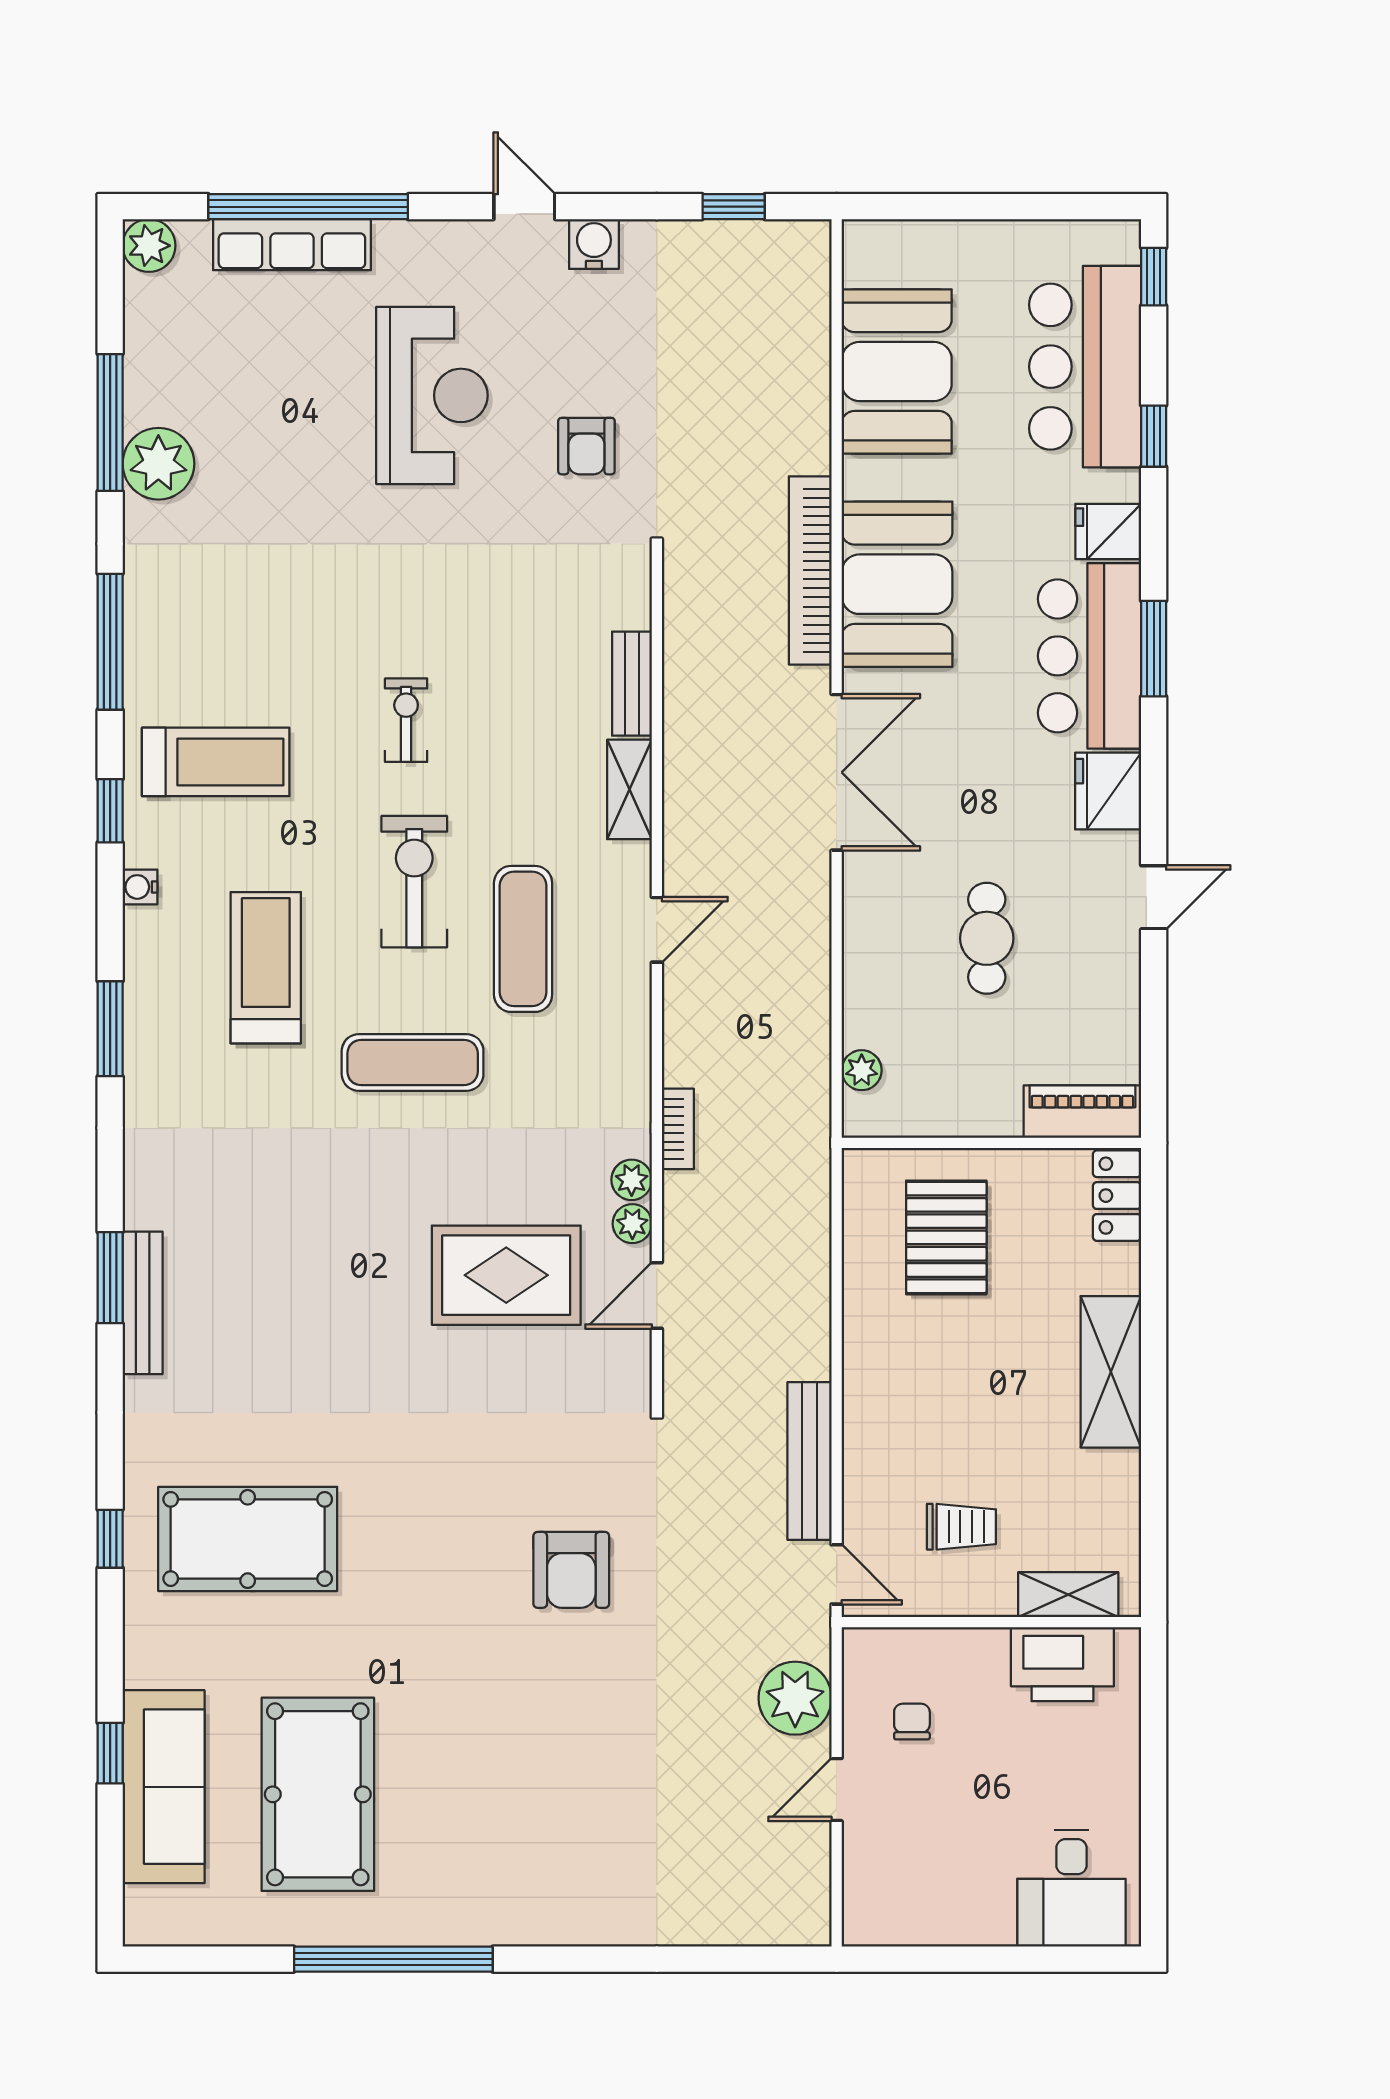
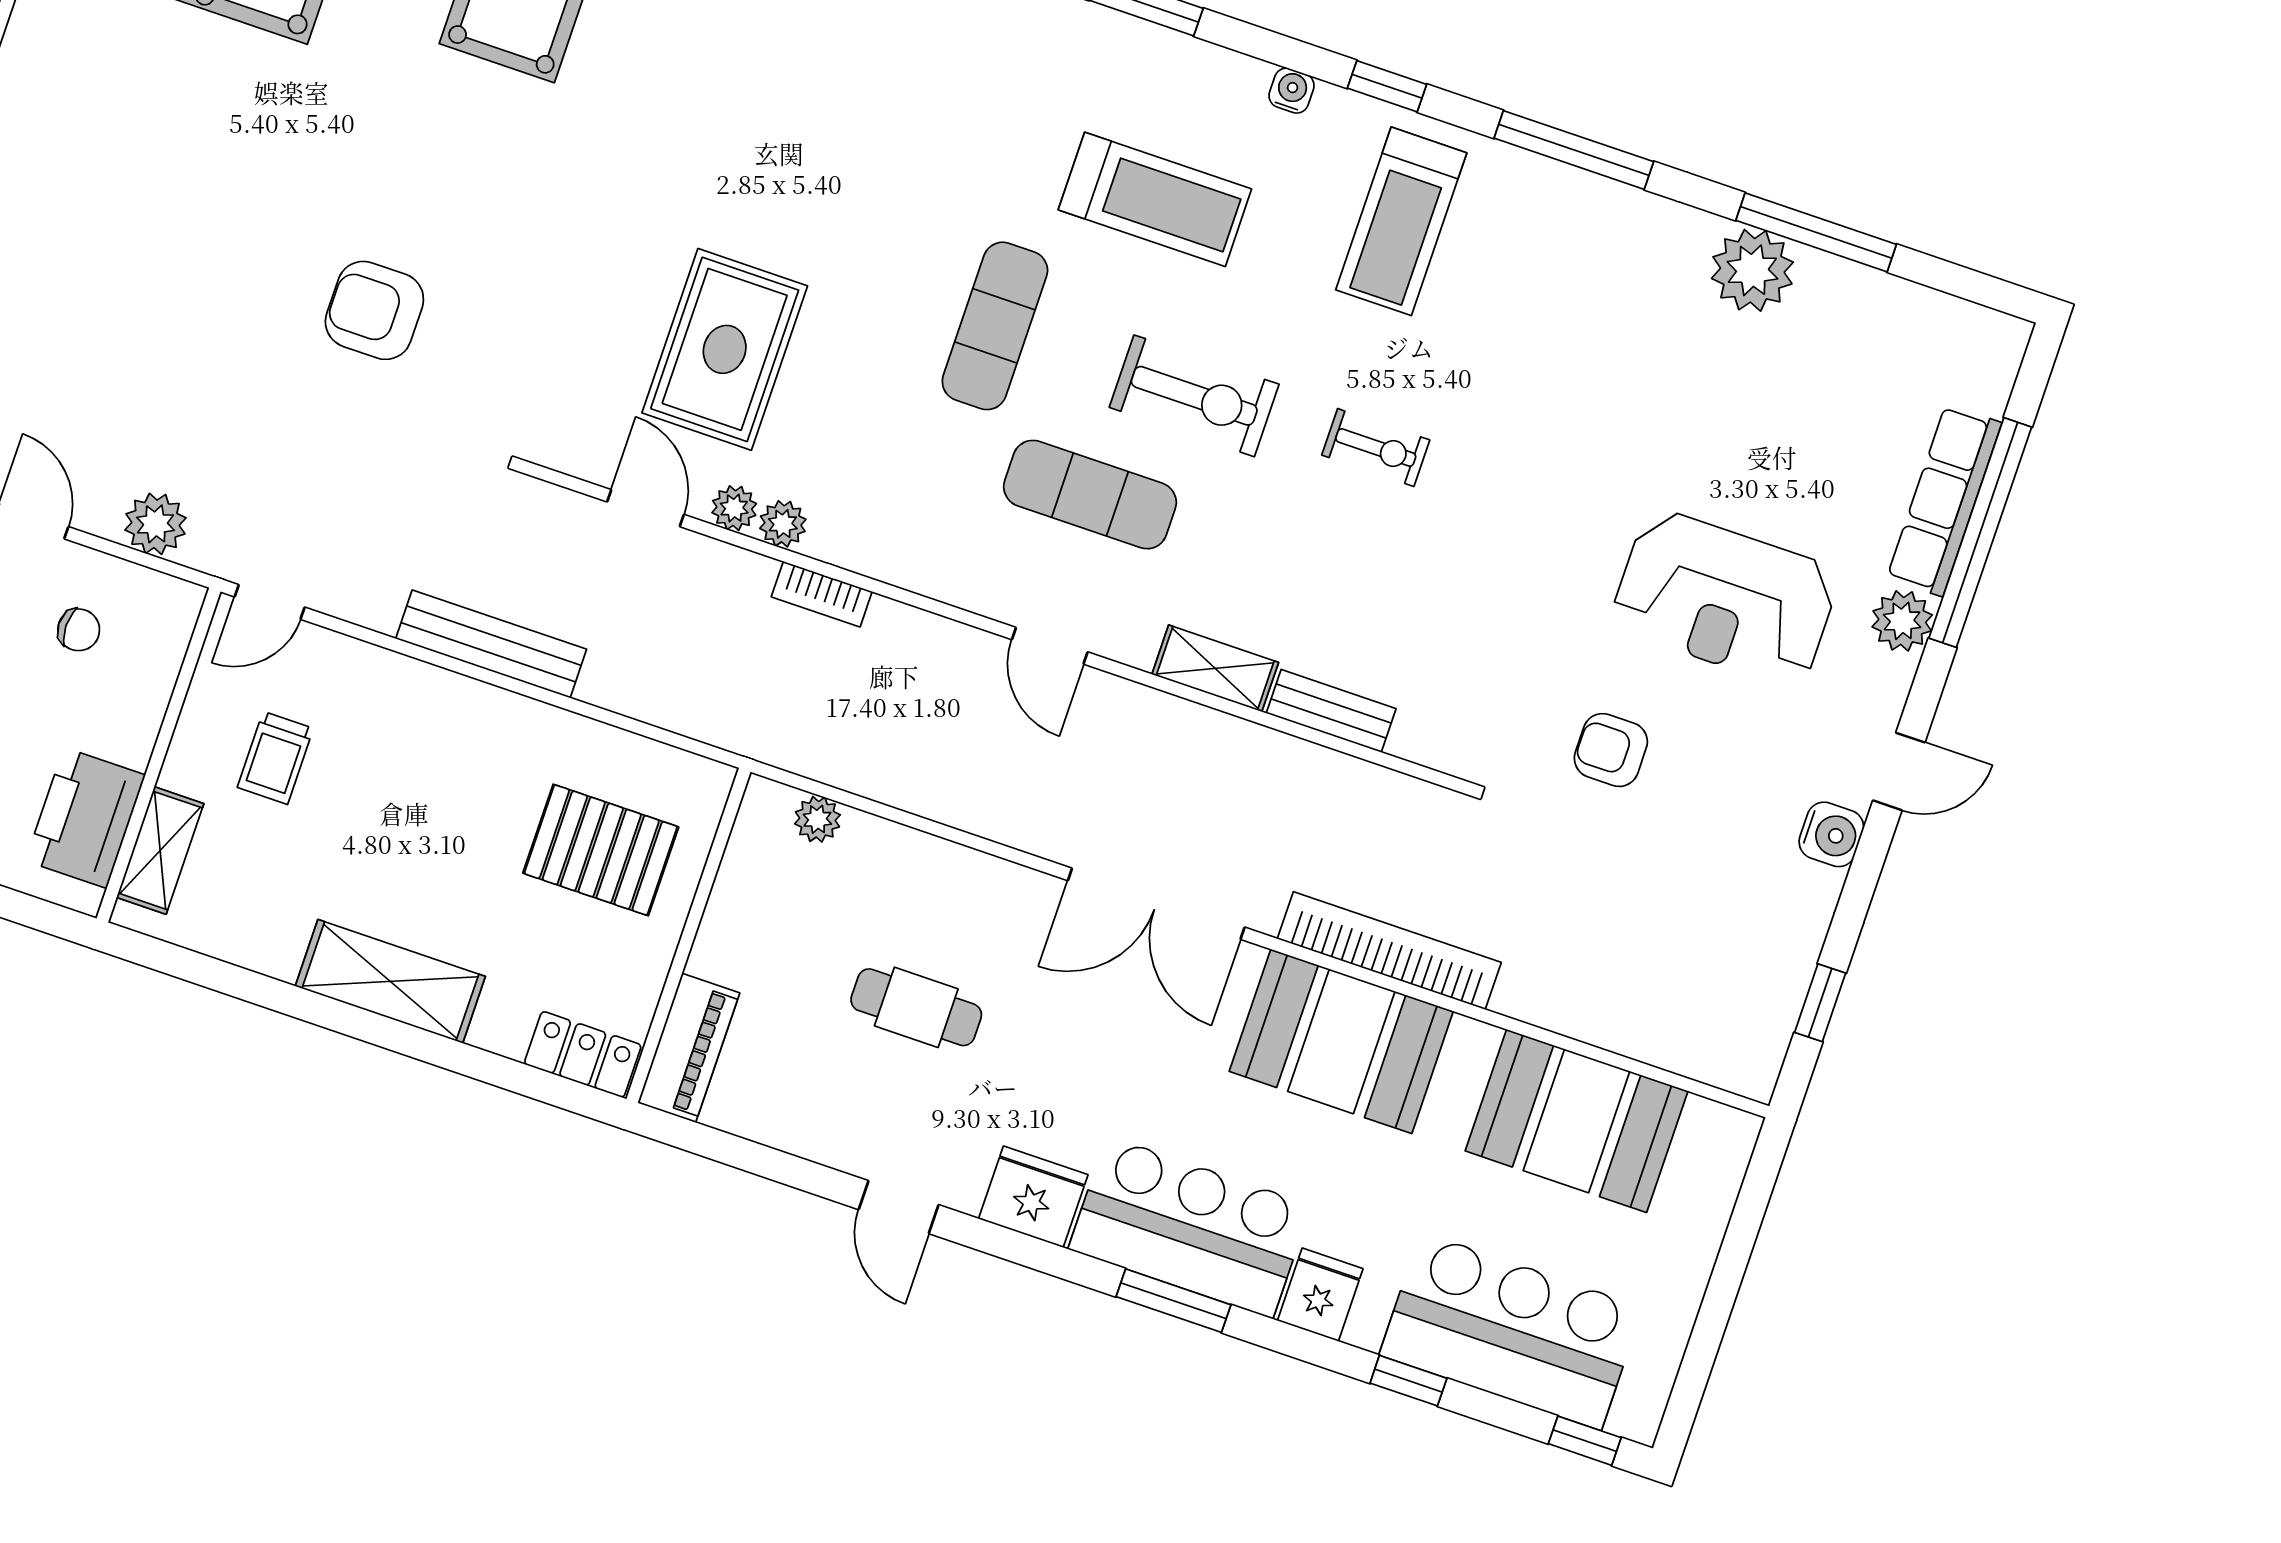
plant: (149, 246) -> (1902, 621), moved
bench: (809, 1461) -> (491, 644), moved
plant: (795, 1698) -> (155, 524), width x0.73, depth x0.73

